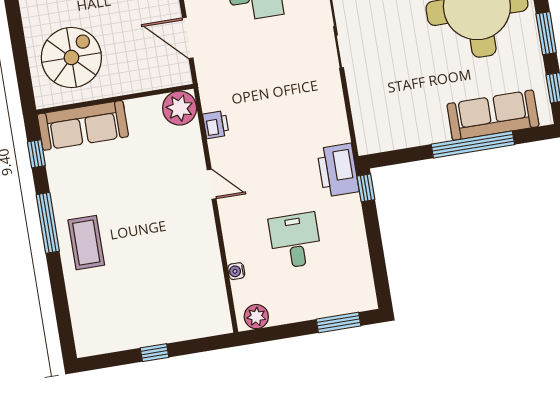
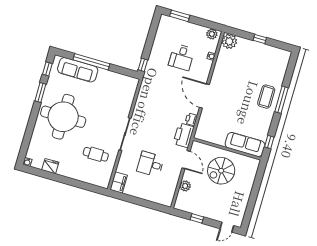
spiral stairs: (71, 58) -> (221, 171), moved
plant: (180, 108) -> (229, 41), moved
printer: (338, 170) -> (184, 135), moved, turned 180
door: (212, 184) -> (204, 96), width x1.87
window: (48, 223) -> (281, 100), moved

